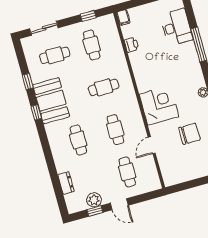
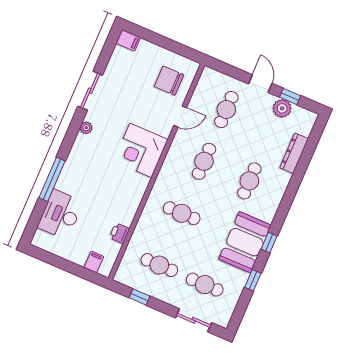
filing cabinet: (123, 17) -> (94, 262), moved
cafe table: (92, 45) -> (159, 265), turned 90
chair: (189, 134) -> (169, 81), moved
dresser: (66, 183) -> (294, 153), width x1.44

